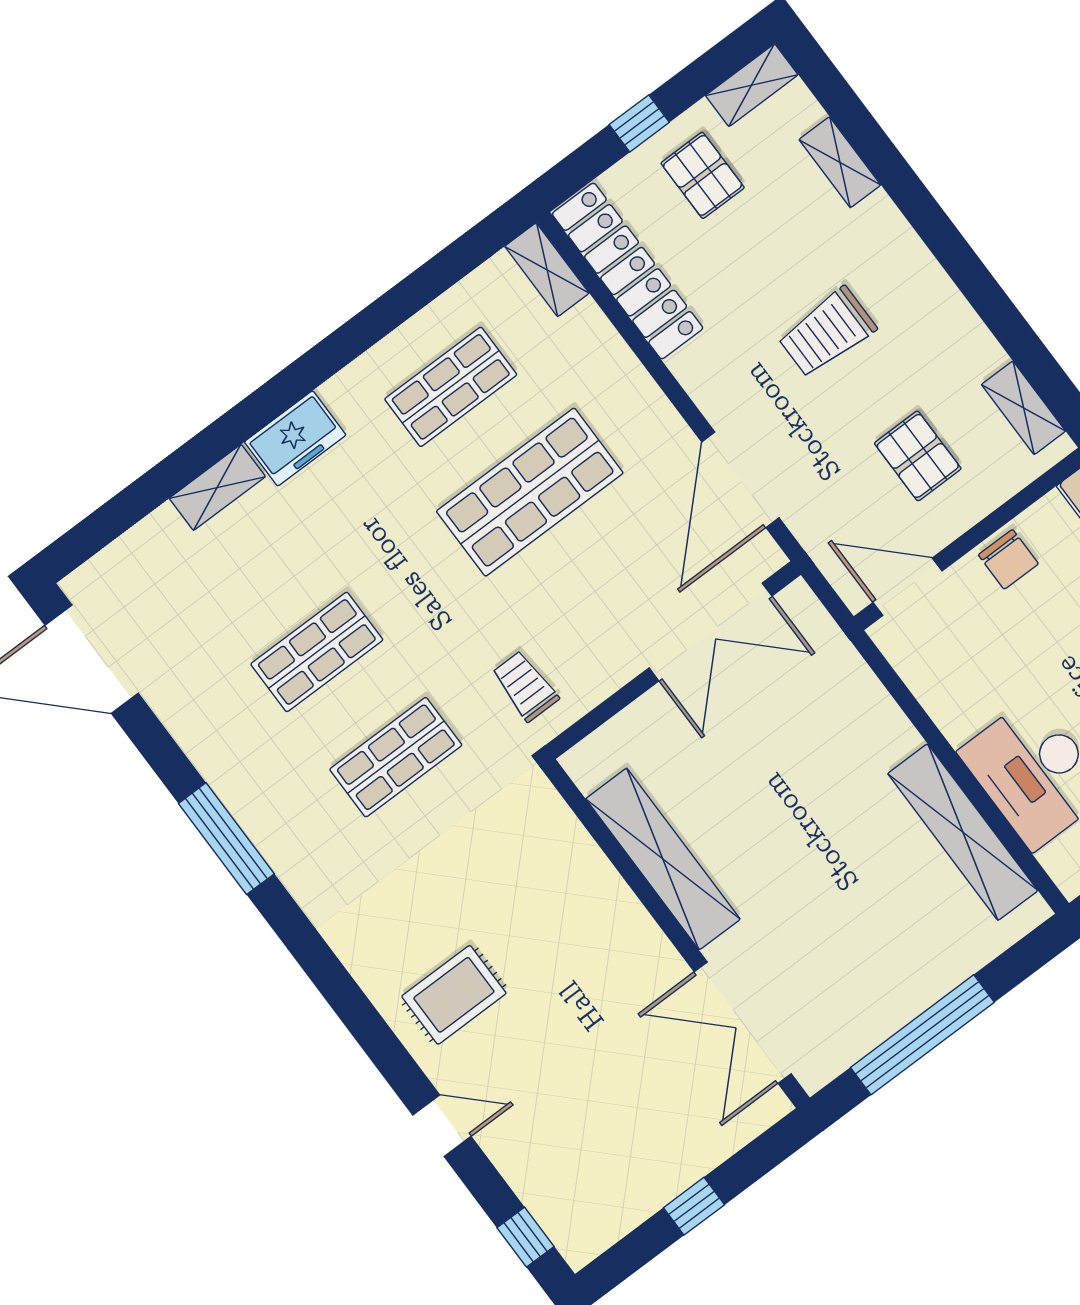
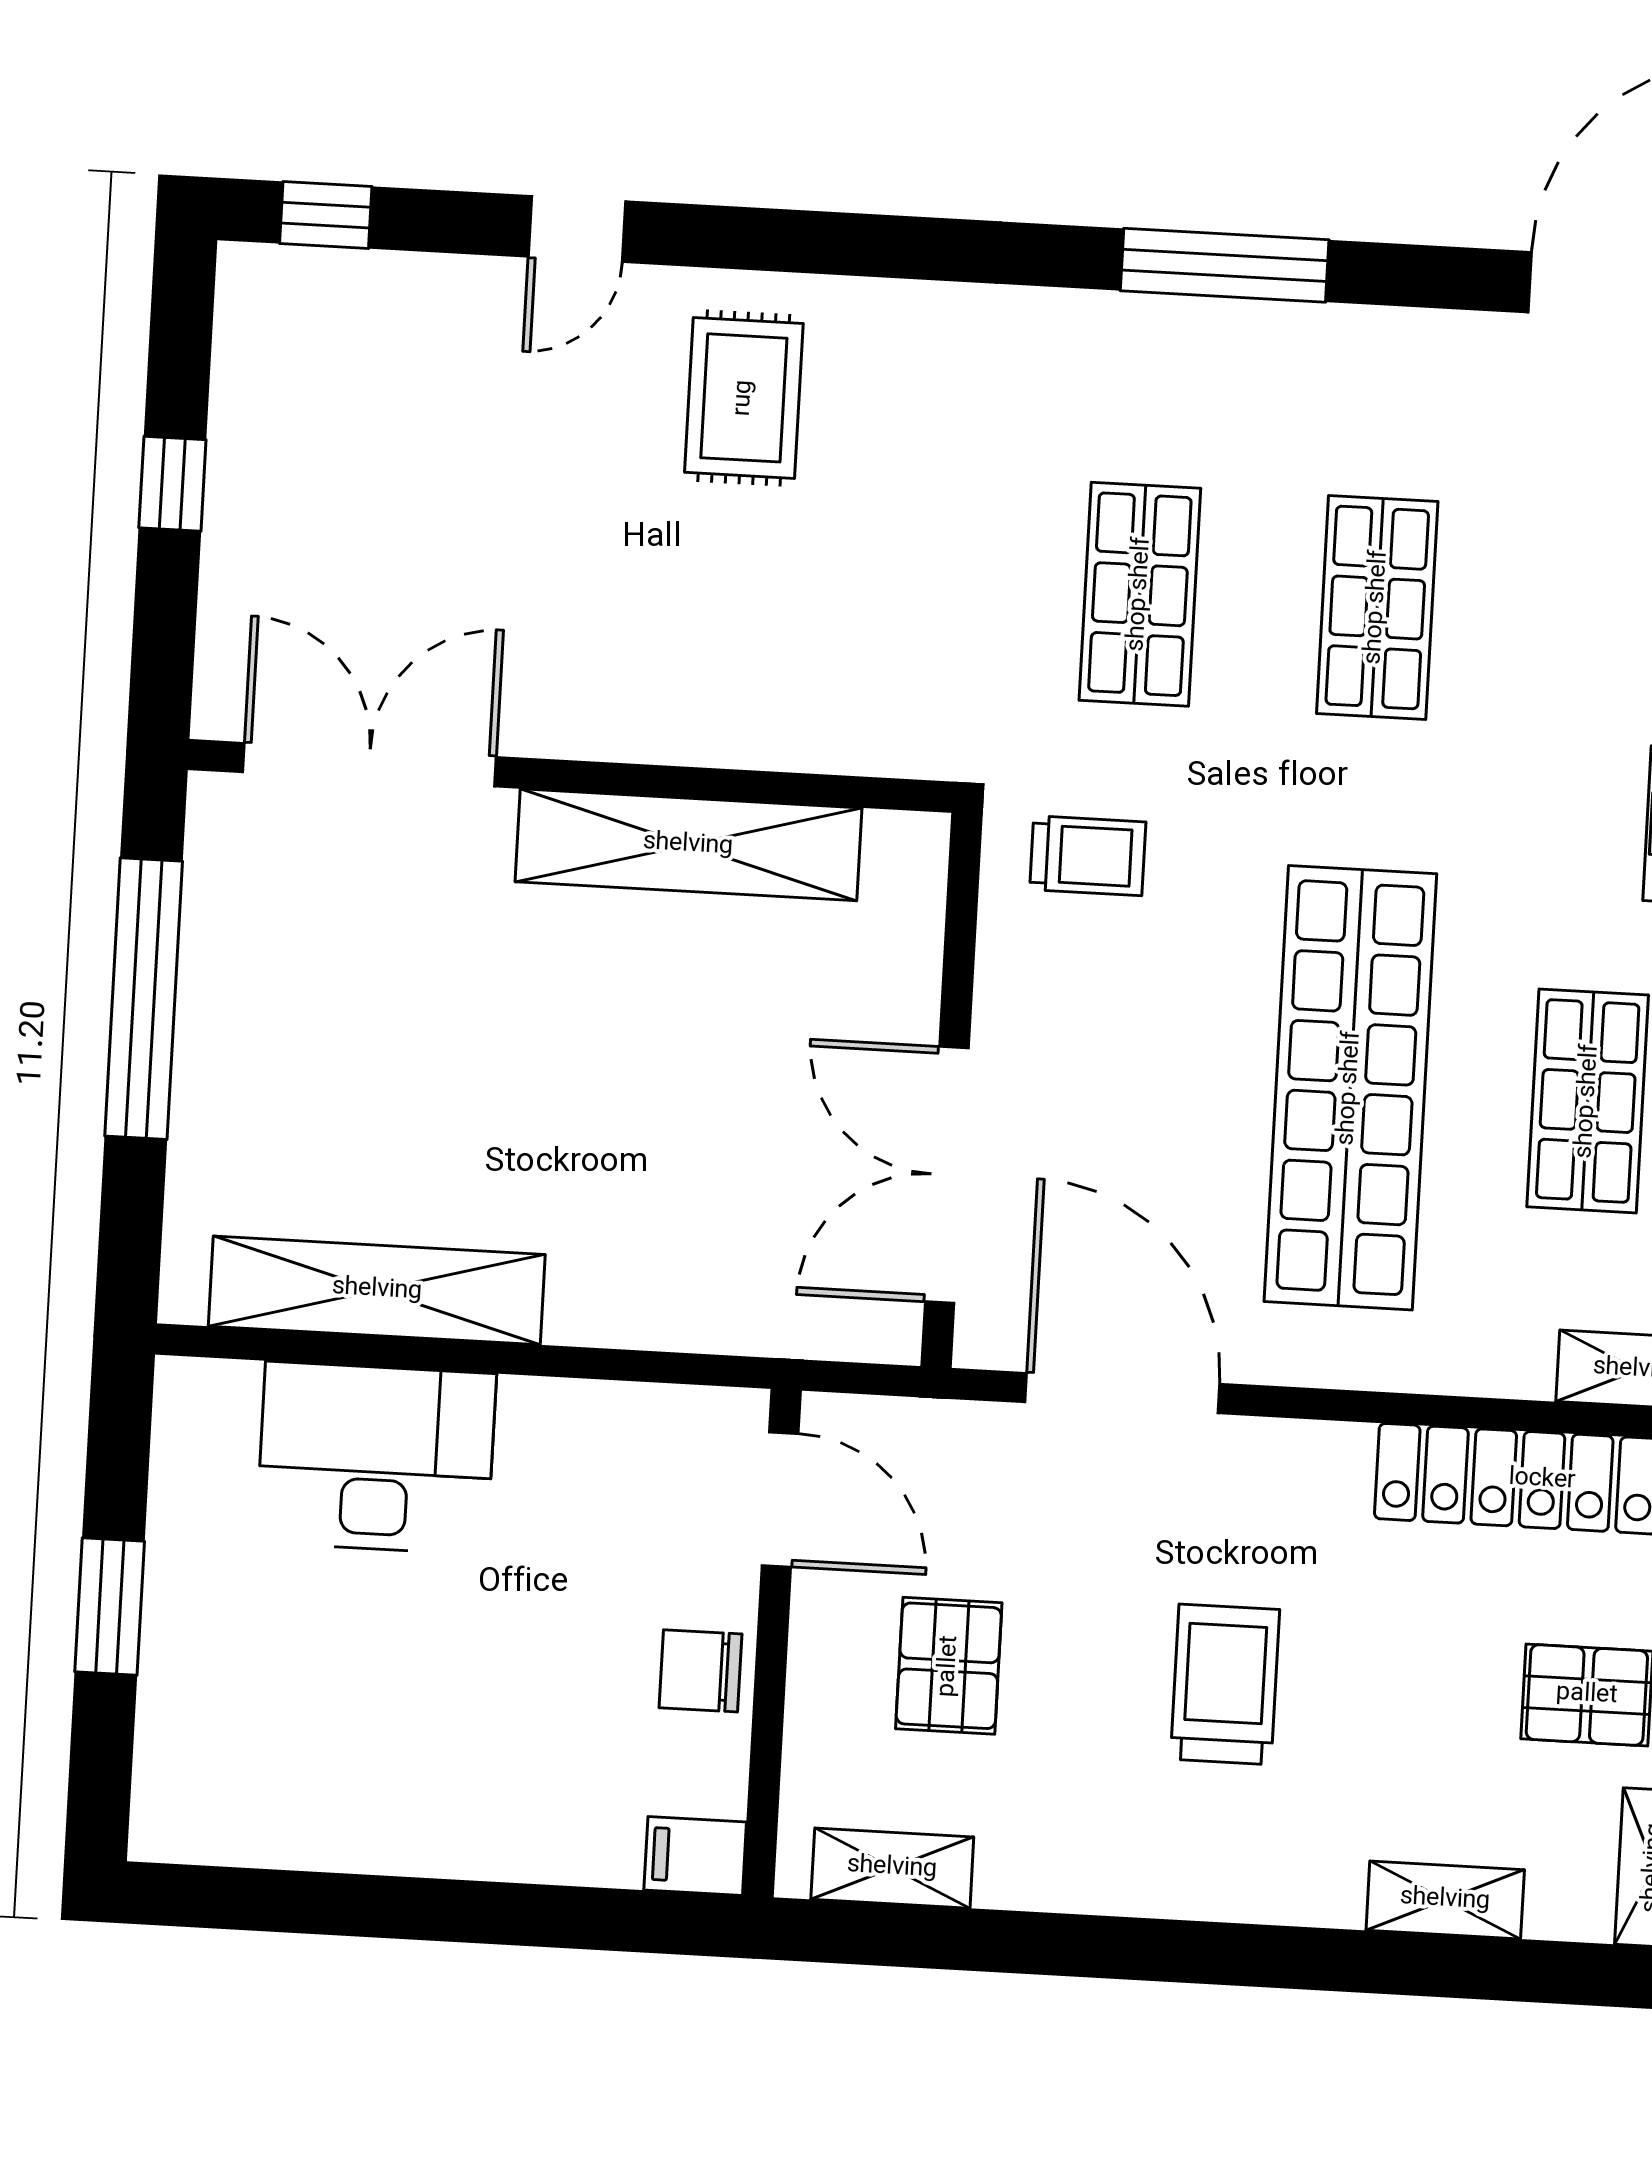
pallet: (918, 456) -> (949, 1666), turned 90
shop shelf: (530, 492) -> (1350, 1088), width x1.40
door: (907, 587) -> (780, 1499), hinge flipped

